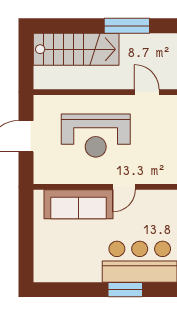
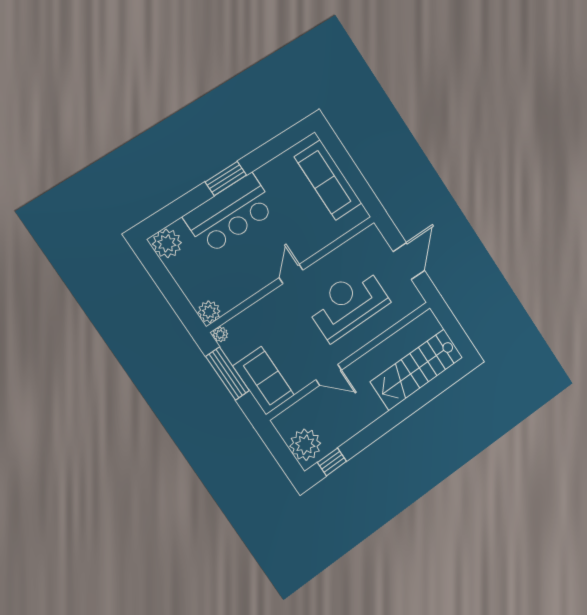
window: (127, 26) -> (387, 422), removed
sofa: (78, 204) -> (328, 180), moved, turned -90

